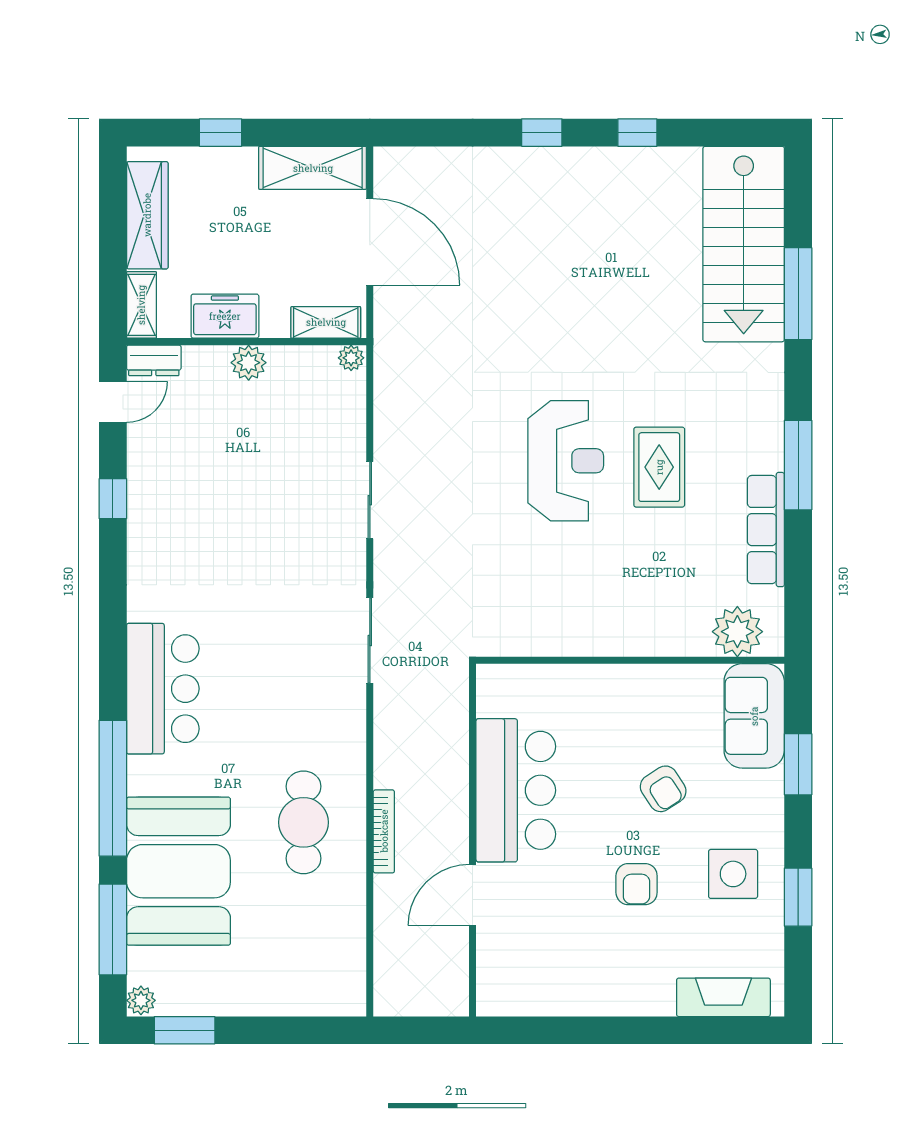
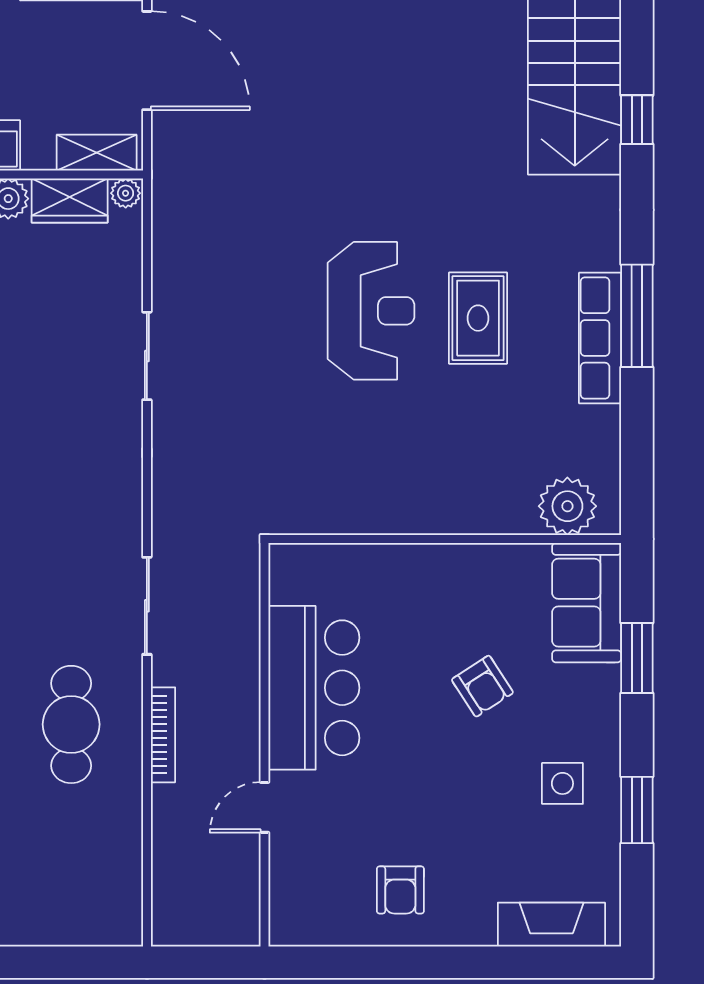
window: (798, 294) -> (637, 120), width x0.46
wardrobe: (302, 364) -> (70, 201), added
row of seats: (766, 530) -> (600, 338), moved
sliding door: (370, 641) -> (147, 606), moved
side table: (733, 874) -> (562, 783), width x0.73, depth x0.73
armchair: (637, 884) -> (400, 890), moved
door: (473, 895) -> (265, 807), width x0.73

